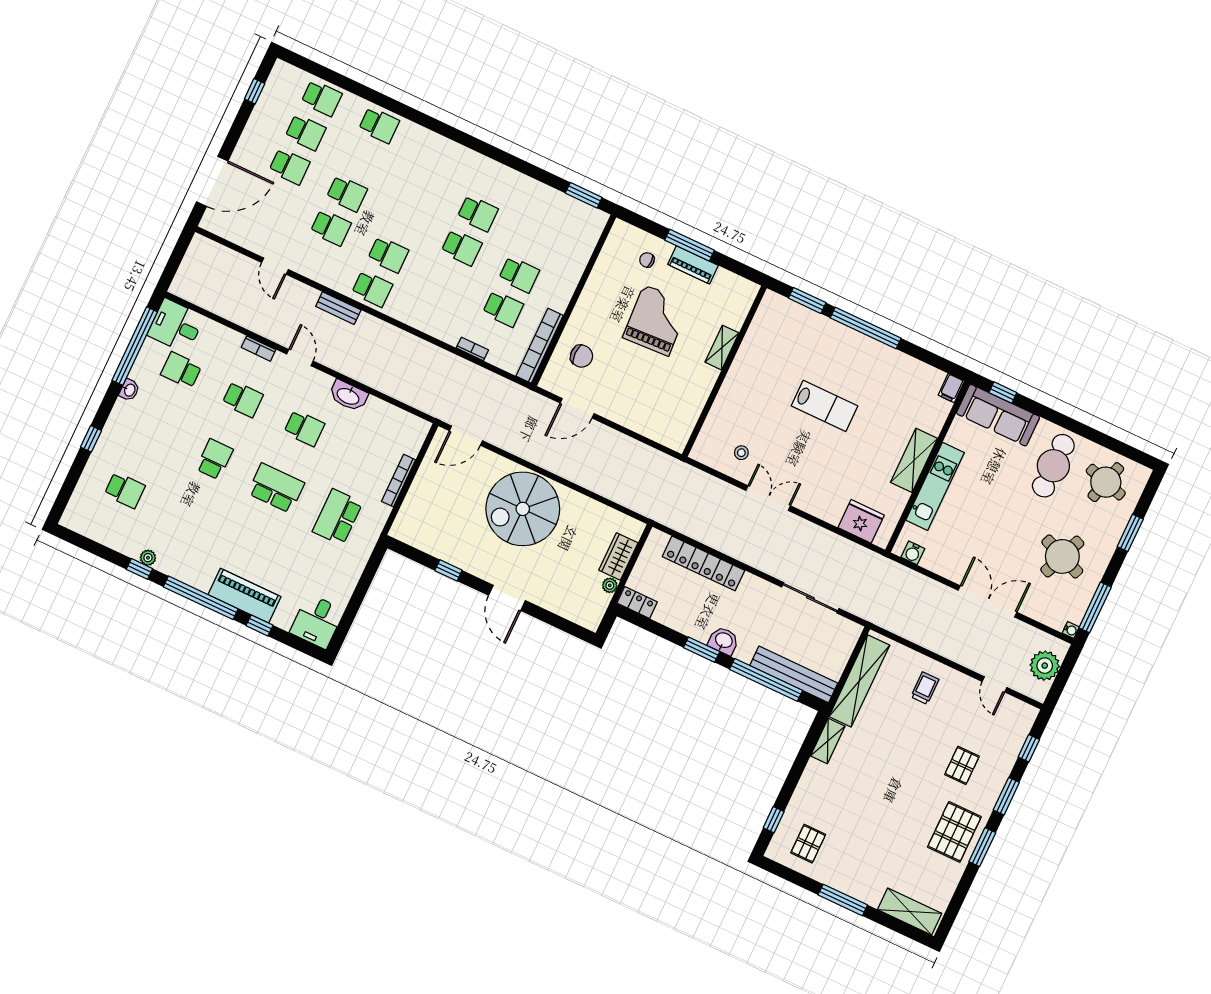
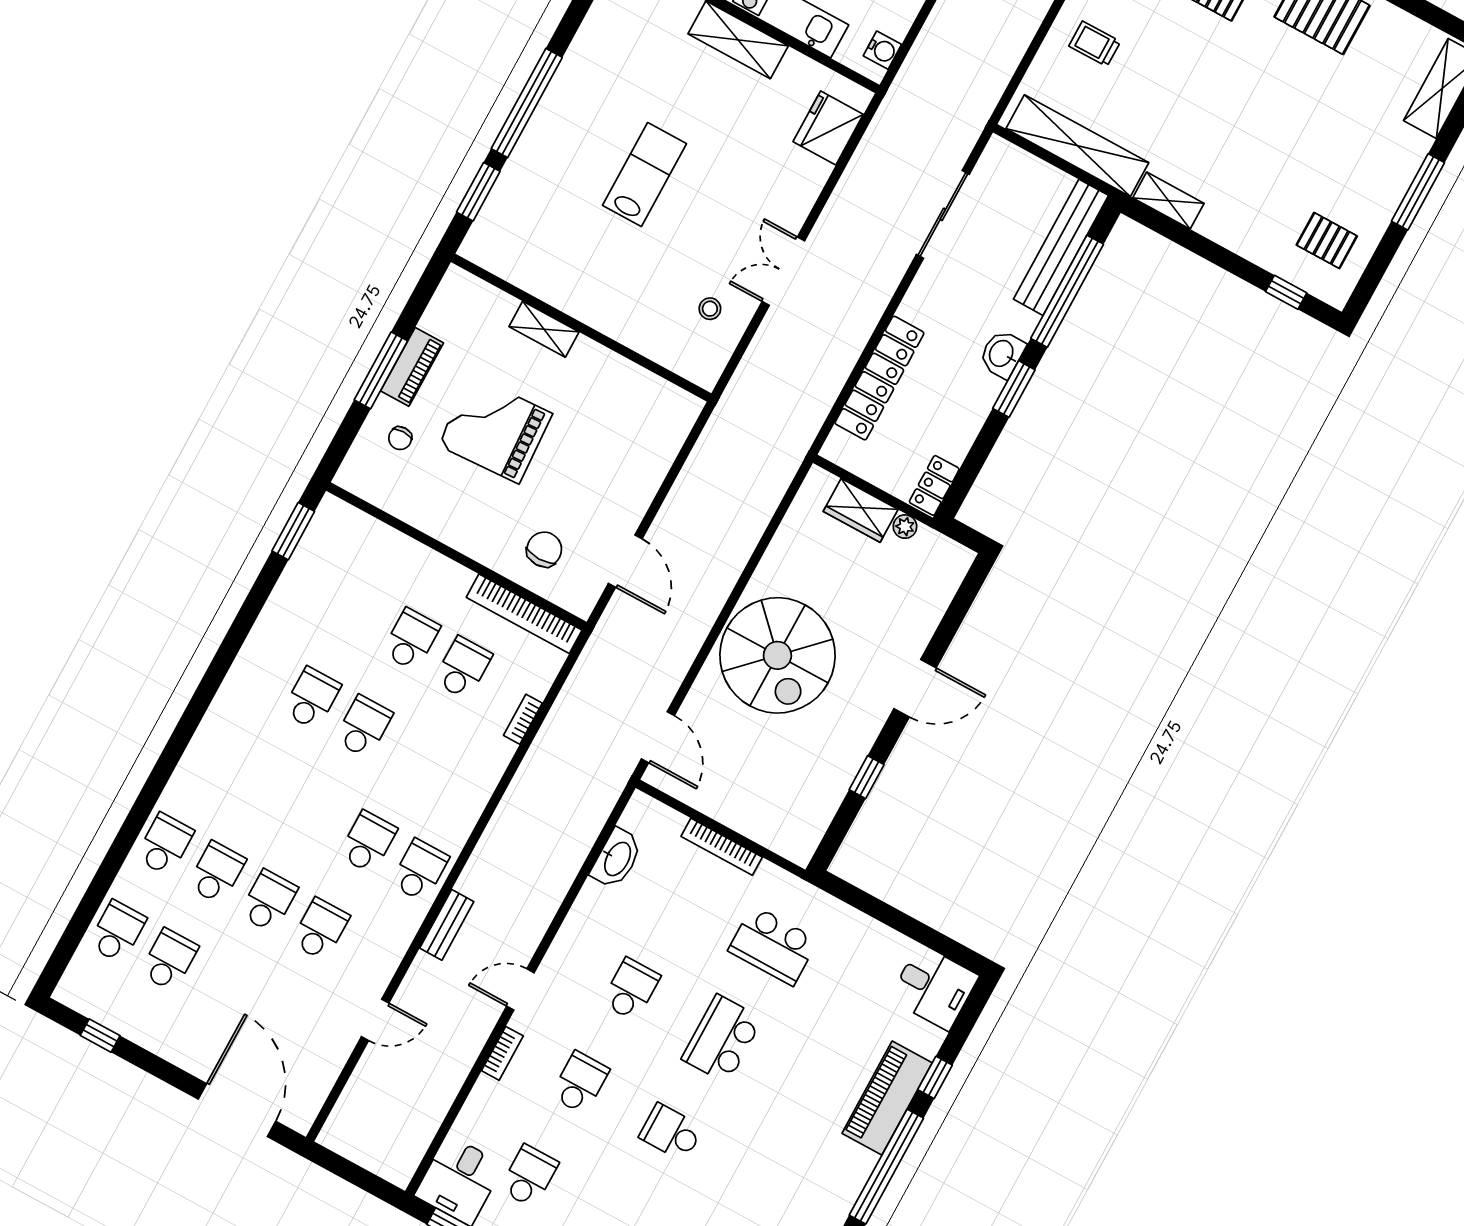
school desk: (289, 166) -> (217, 873), moved
school desk: (181, 370) -> (529, 1176), turned 180
washbasin: (348, 396) -> (617, 858), moved

